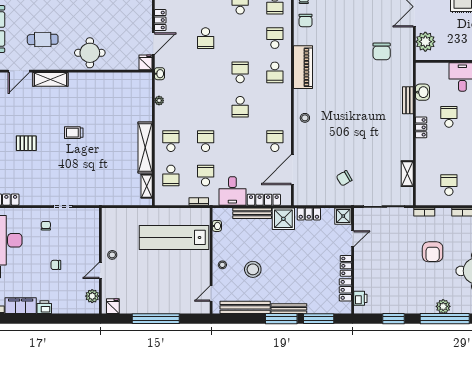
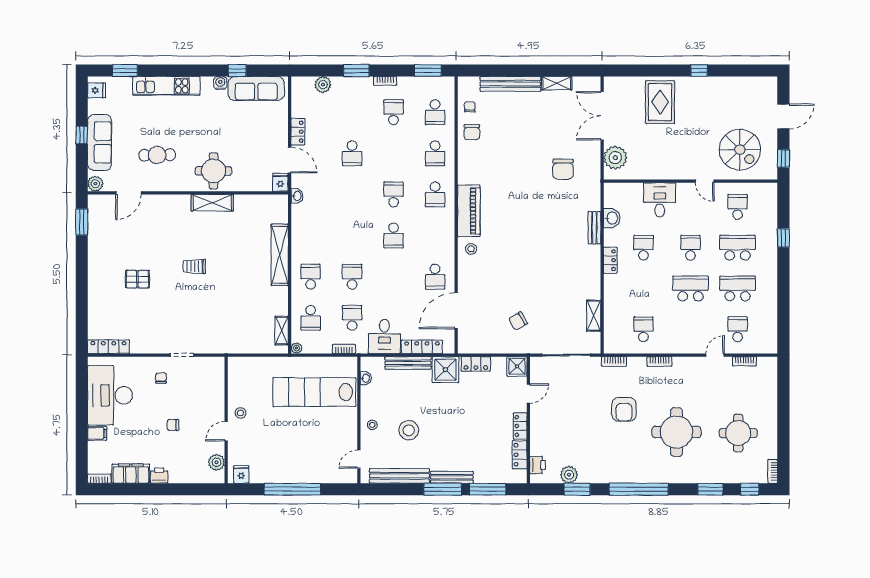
school desk: (275, 38) -> (435, 153), turned 180
door: (153, 44) -> (290, 160), hinge flipped
piano: (303, 67) -> (469, 211), moved
shelving: (50, 79) -> (212, 203), moved
plant: (159, 101) -> (297, 348), moved
school desk: (275, 141) -> (435, 277), turned 180
shelving: (145, 147) -> (280, 255), moved
plant: (443, 306) -> (569, 475), moved

